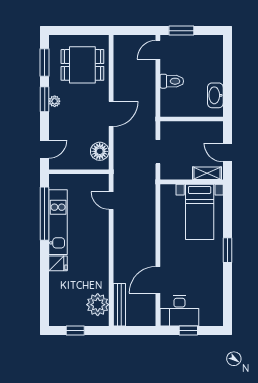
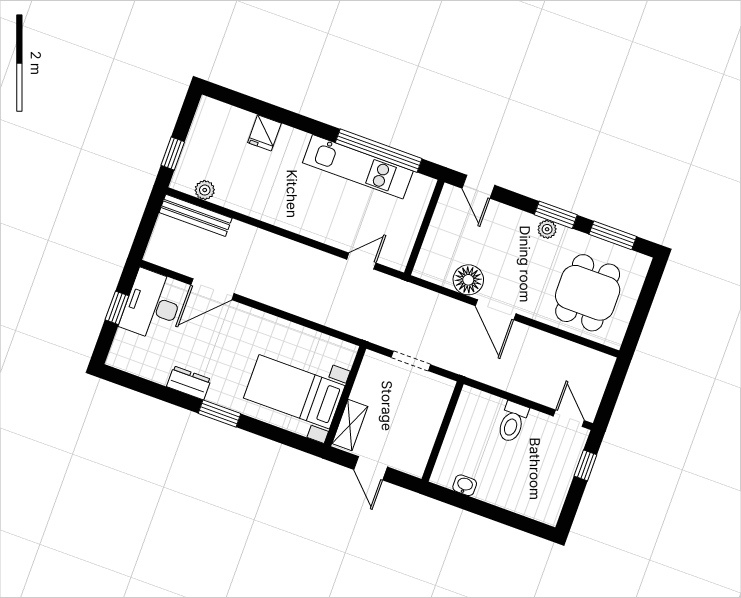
window: (181, 31) -> (585, 465), width x0.67
washbasin: (215, 95) -> (465, 485), width x0.52, depth x0.69
floor lamp: (100, 151) -> (468, 280), moved
door: (227, 153) -> (371, 468), swing flipped
fridge: (58, 263) -> (264, 133), moved
dresser: (216, 274) -> (189, 383), added
door: (158, 280) -> (212, 289), swing flipped
plant: (98, 305) -> (205, 190), width x0.53, depth x0.53
window: (75, 330) -> (173, 154), moved

